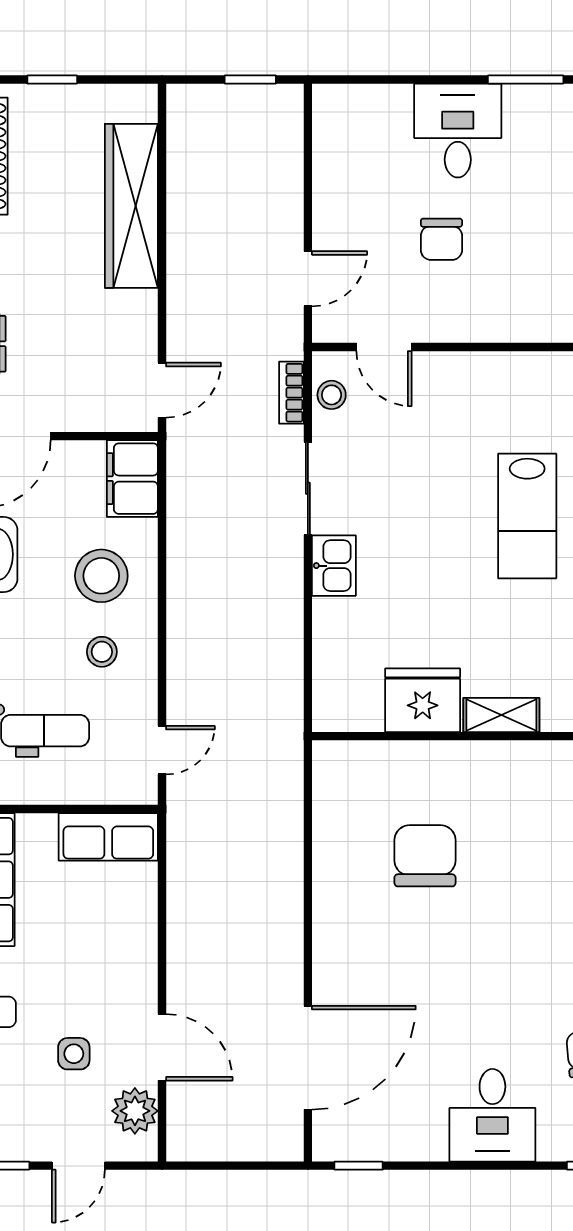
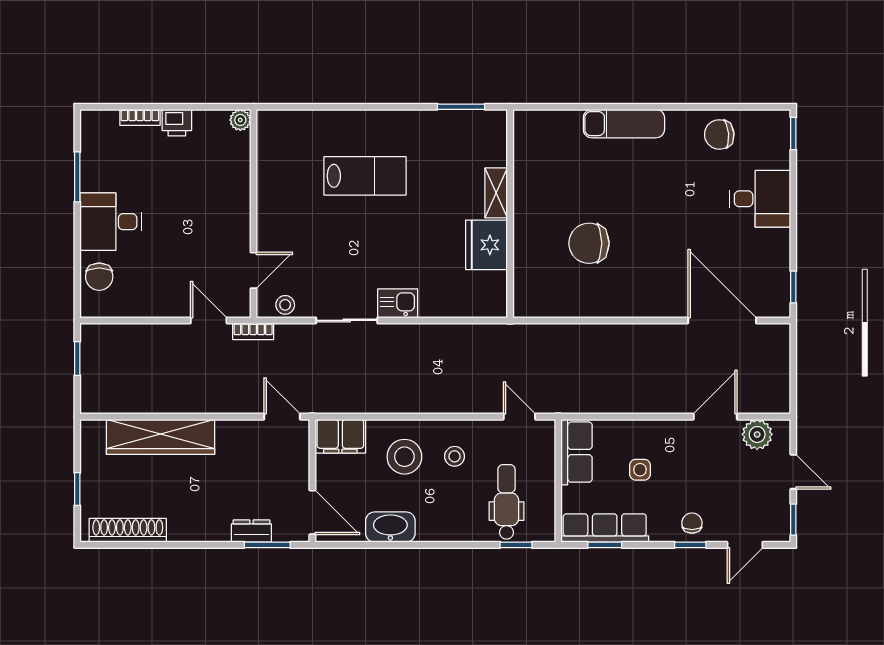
chair: (441, 239) -> (99, 277), moved, turned 90
bookcase: (291, 393) -> (253, 331), moved
side table: (74, 1054) -> (640, 470), moved

